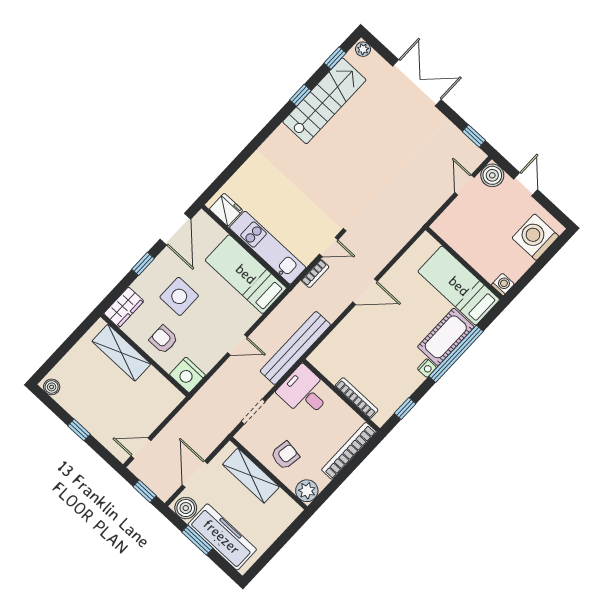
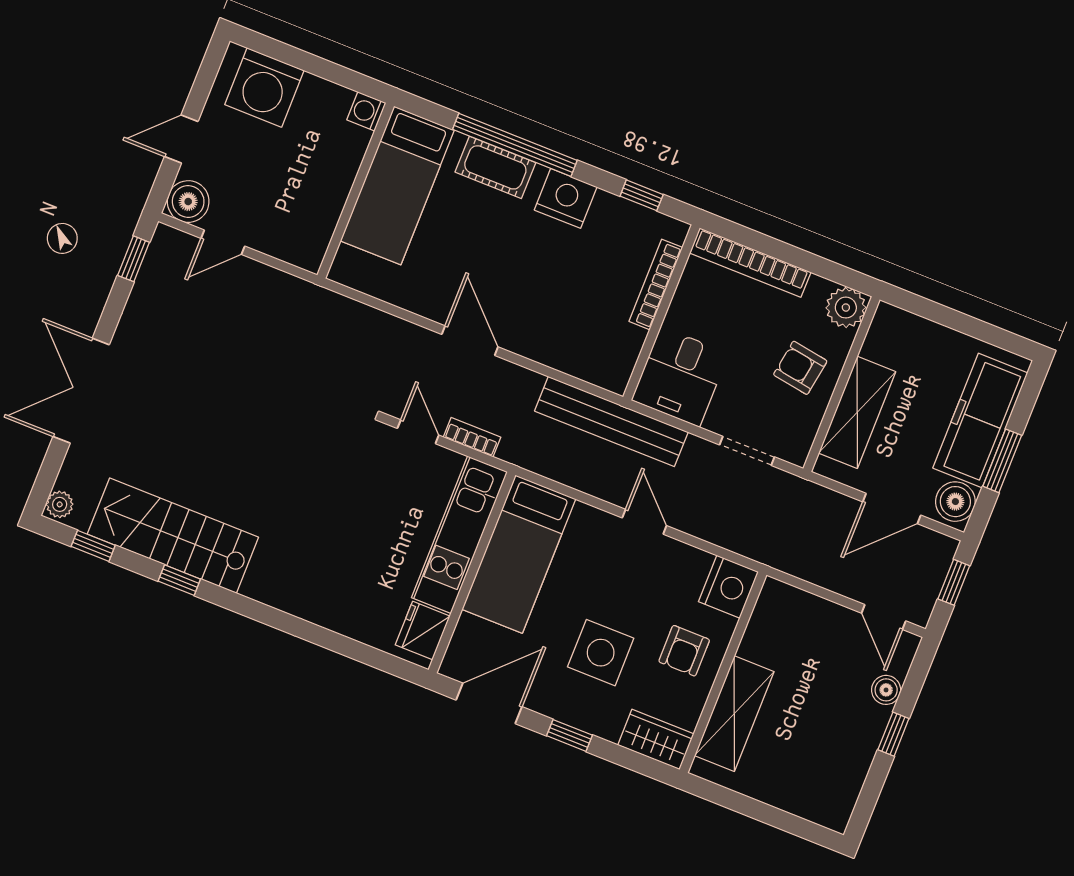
cot: (446, 337) -> (495, 167), width x0.73, depth x0.75
nightstand: (427, 368) -> (566, 198), width x1.89, depth x1.79
boiler: (52, 387) -> (886, 690), moved

